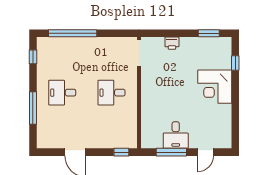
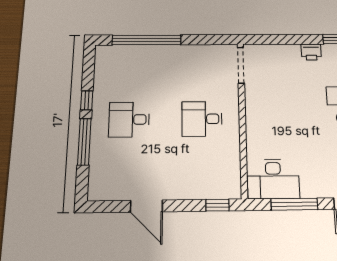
printer: (172, 43) -> (311, 52), moved
window: (33, 57) -> (87, 100), moved
desk: (176, 135) -> (273, 179), moved, width x1.37

